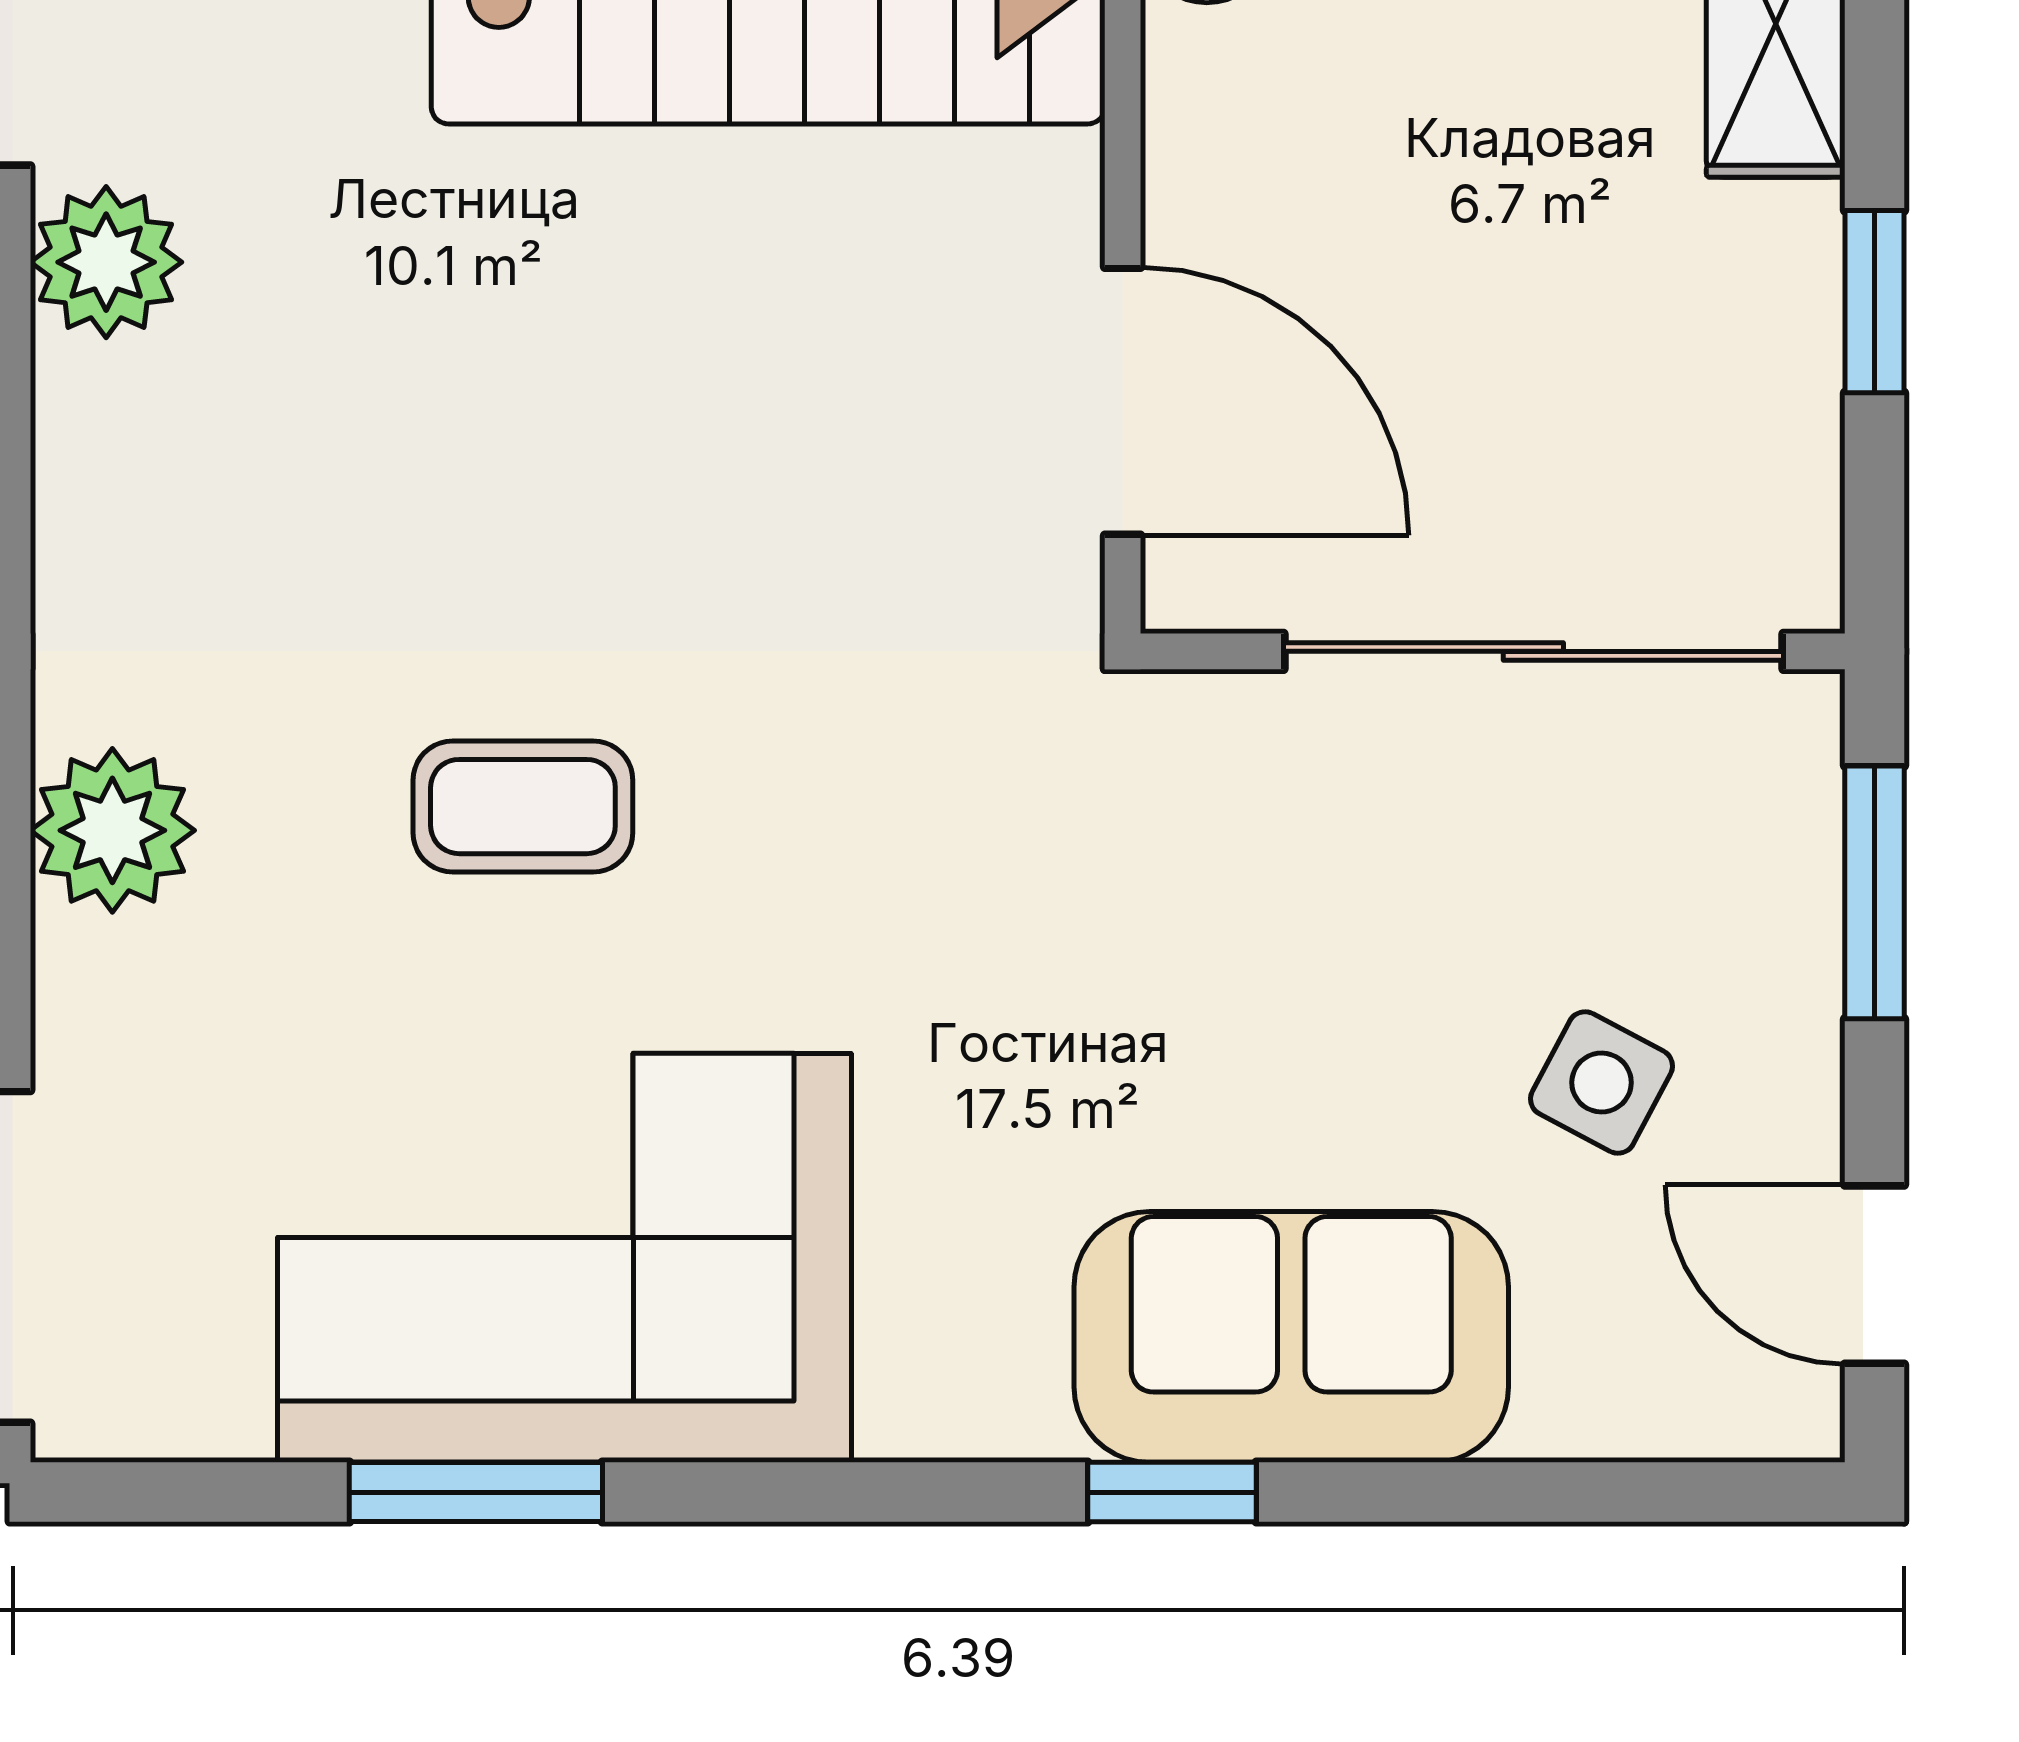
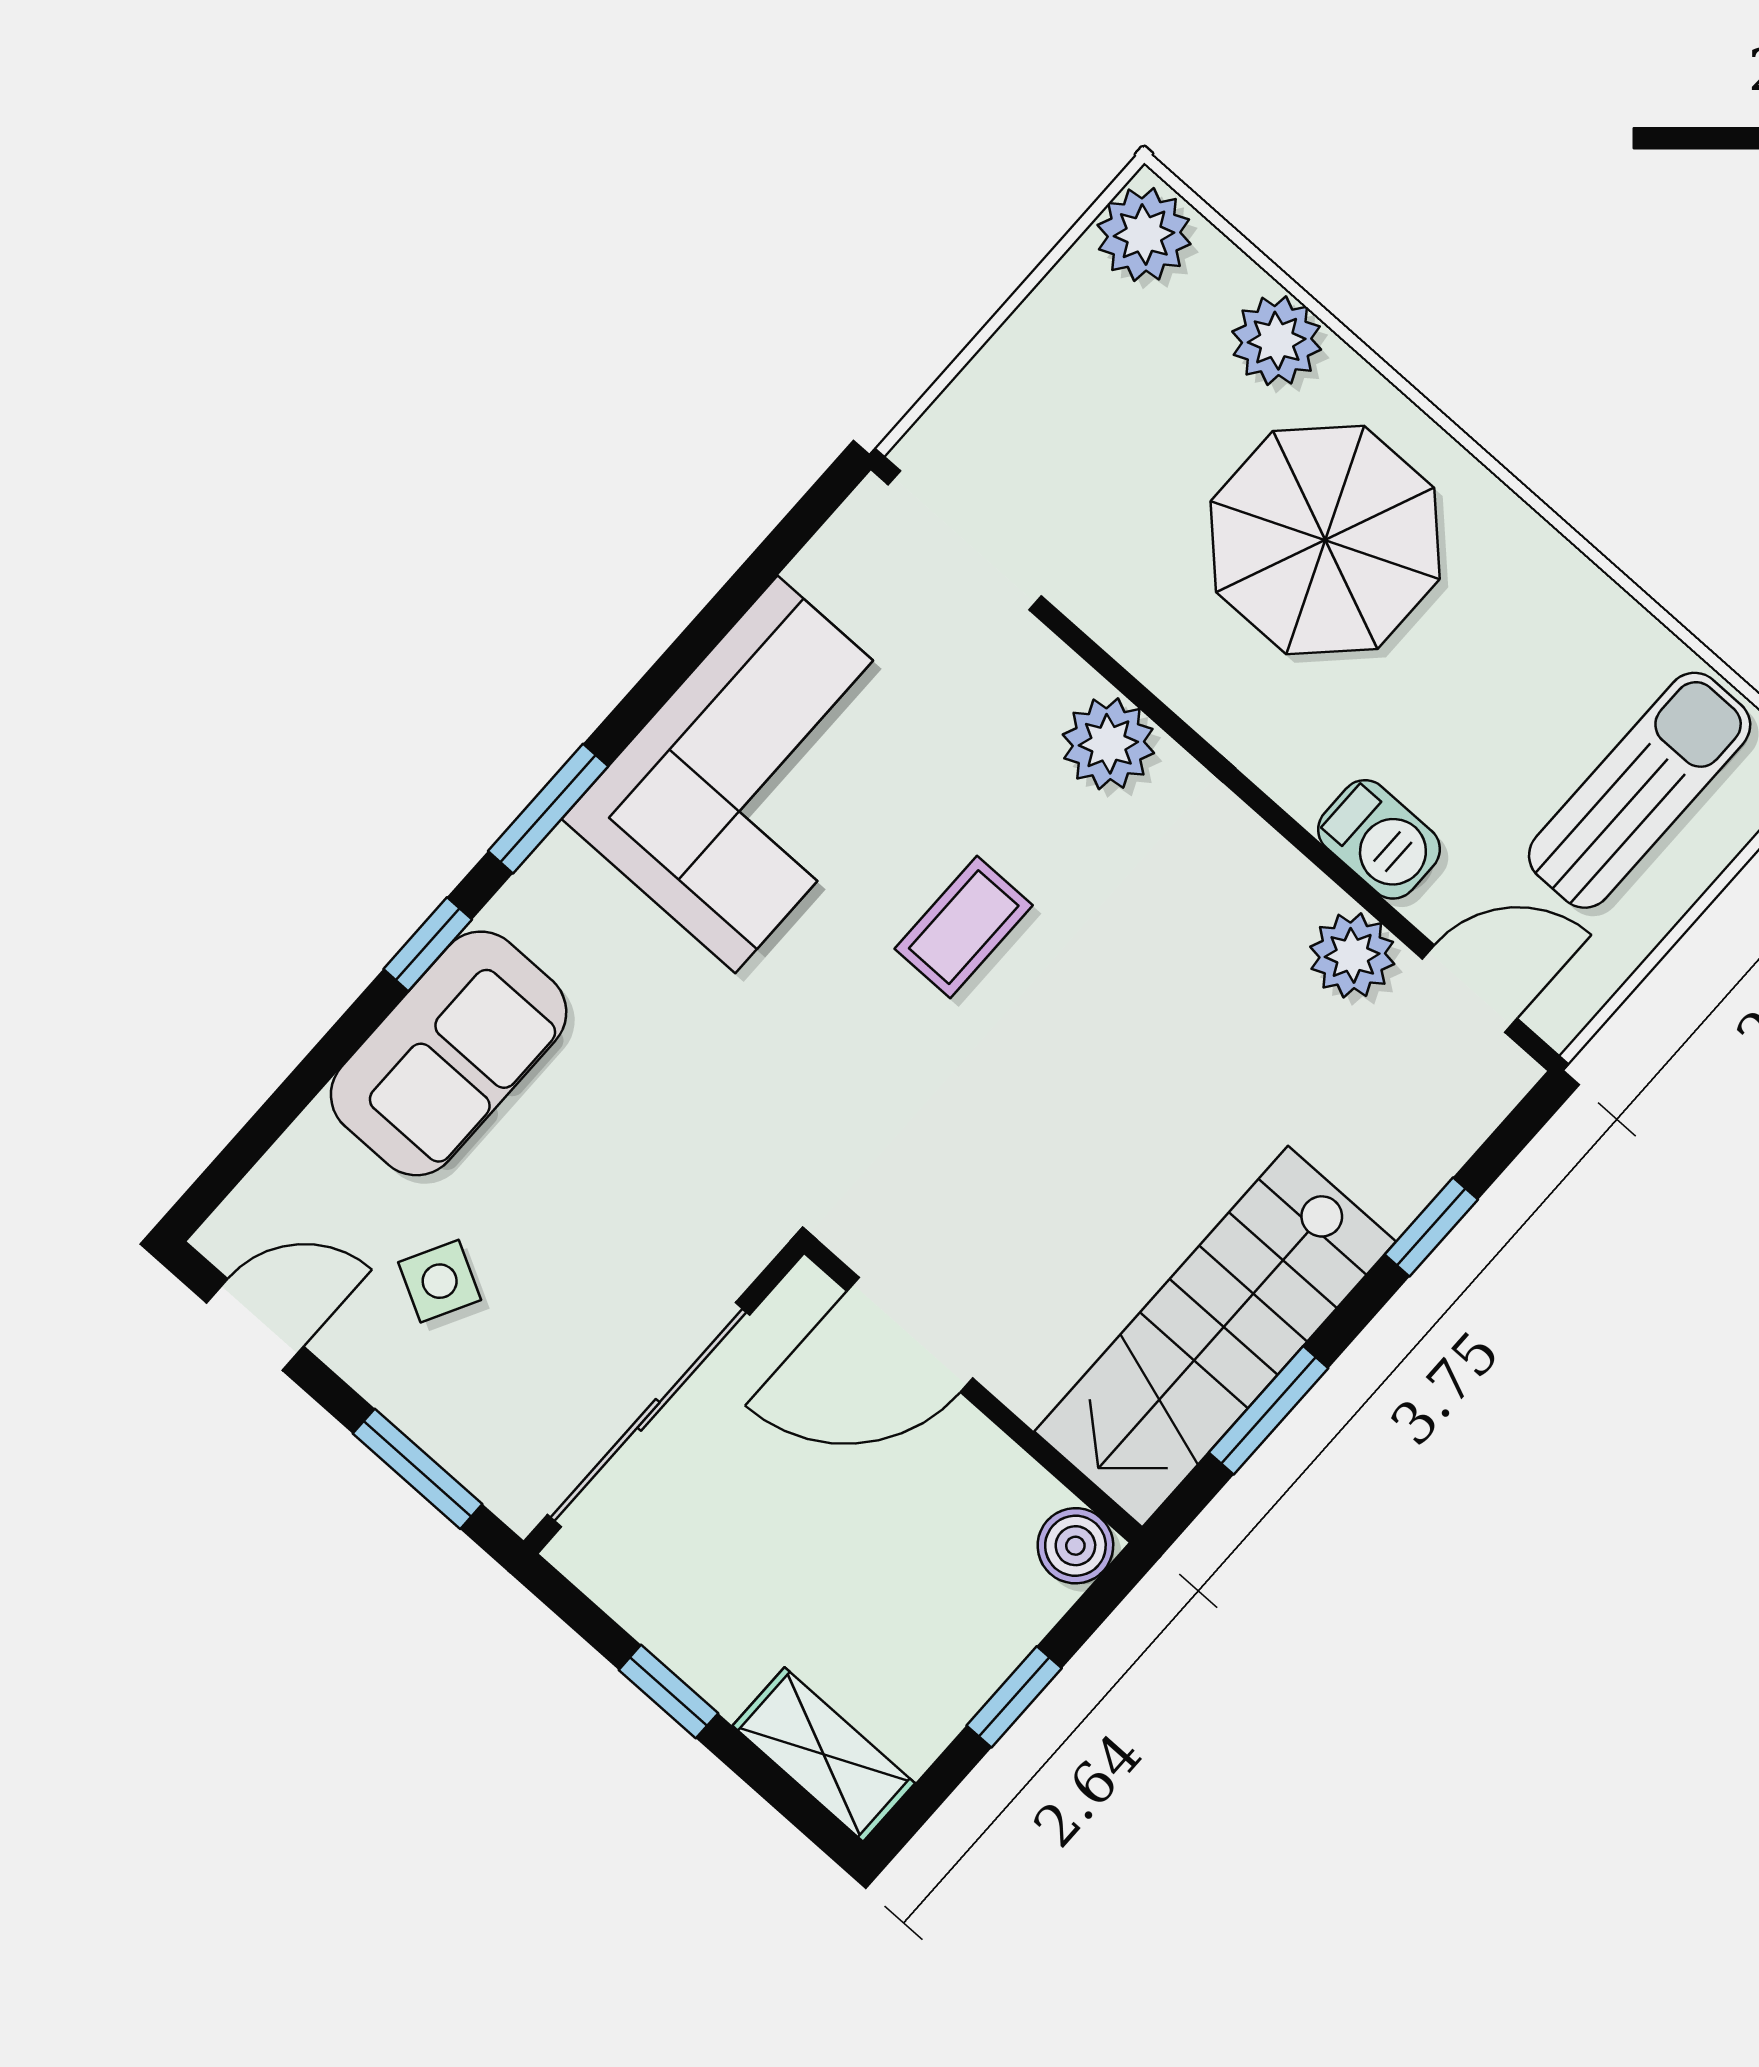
window: (476, 1492) -> (548, 809), moved

